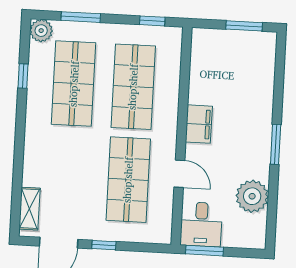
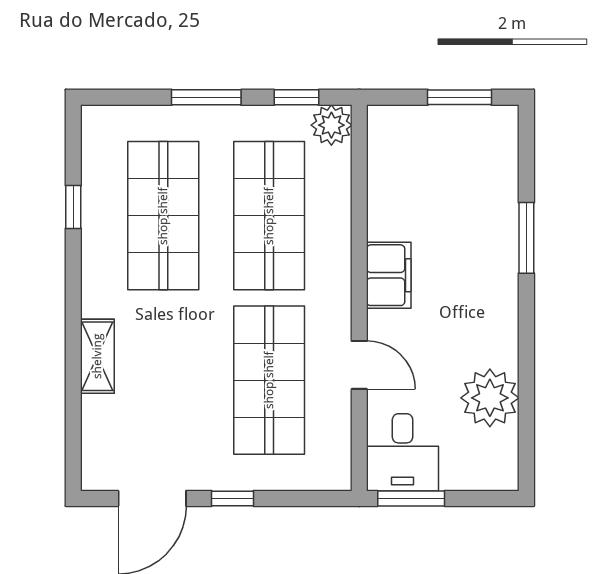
window: (81, 17) -> (206, 97), moved
plant: (41, 31) -> (331, 125), moved
window: (276, 144) -> (526, 238), moved
shelving: (29, 209) -> (97, 356), moved

